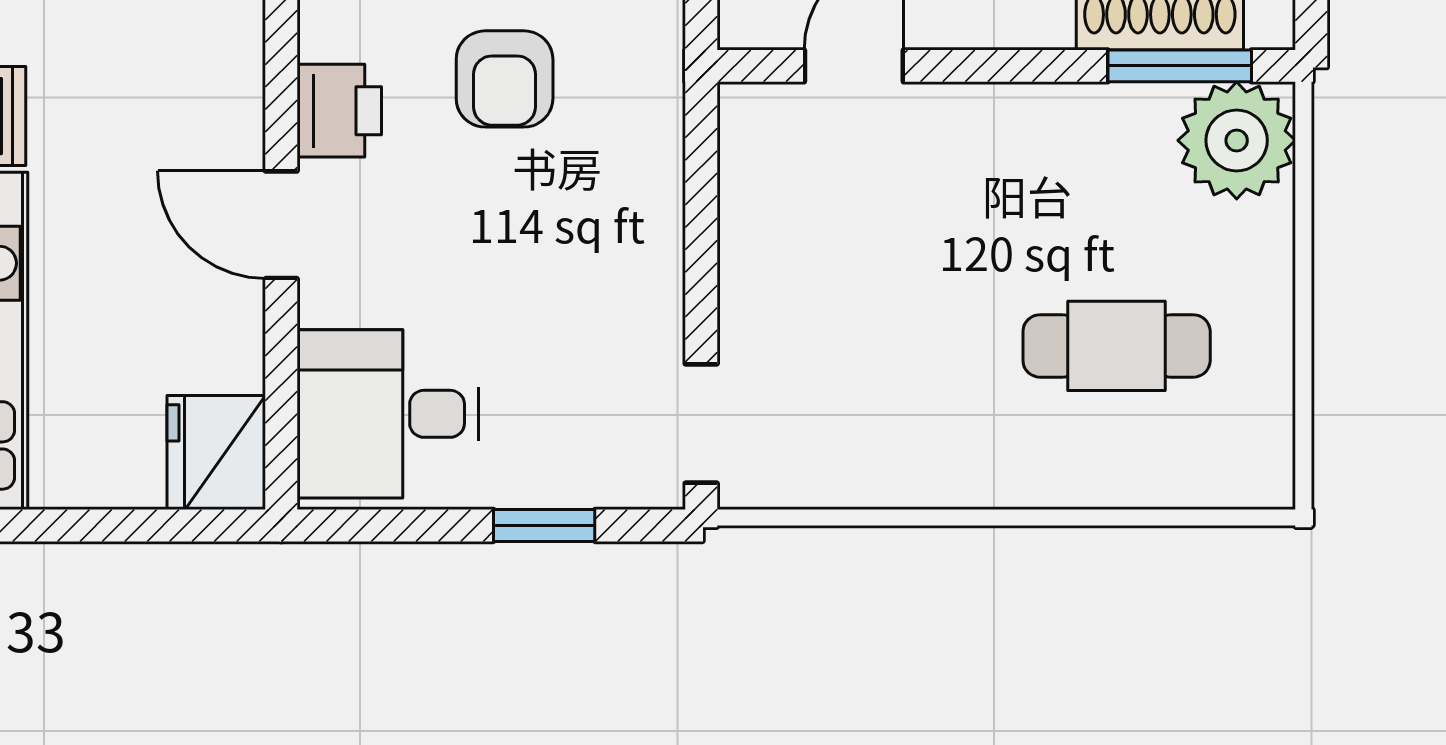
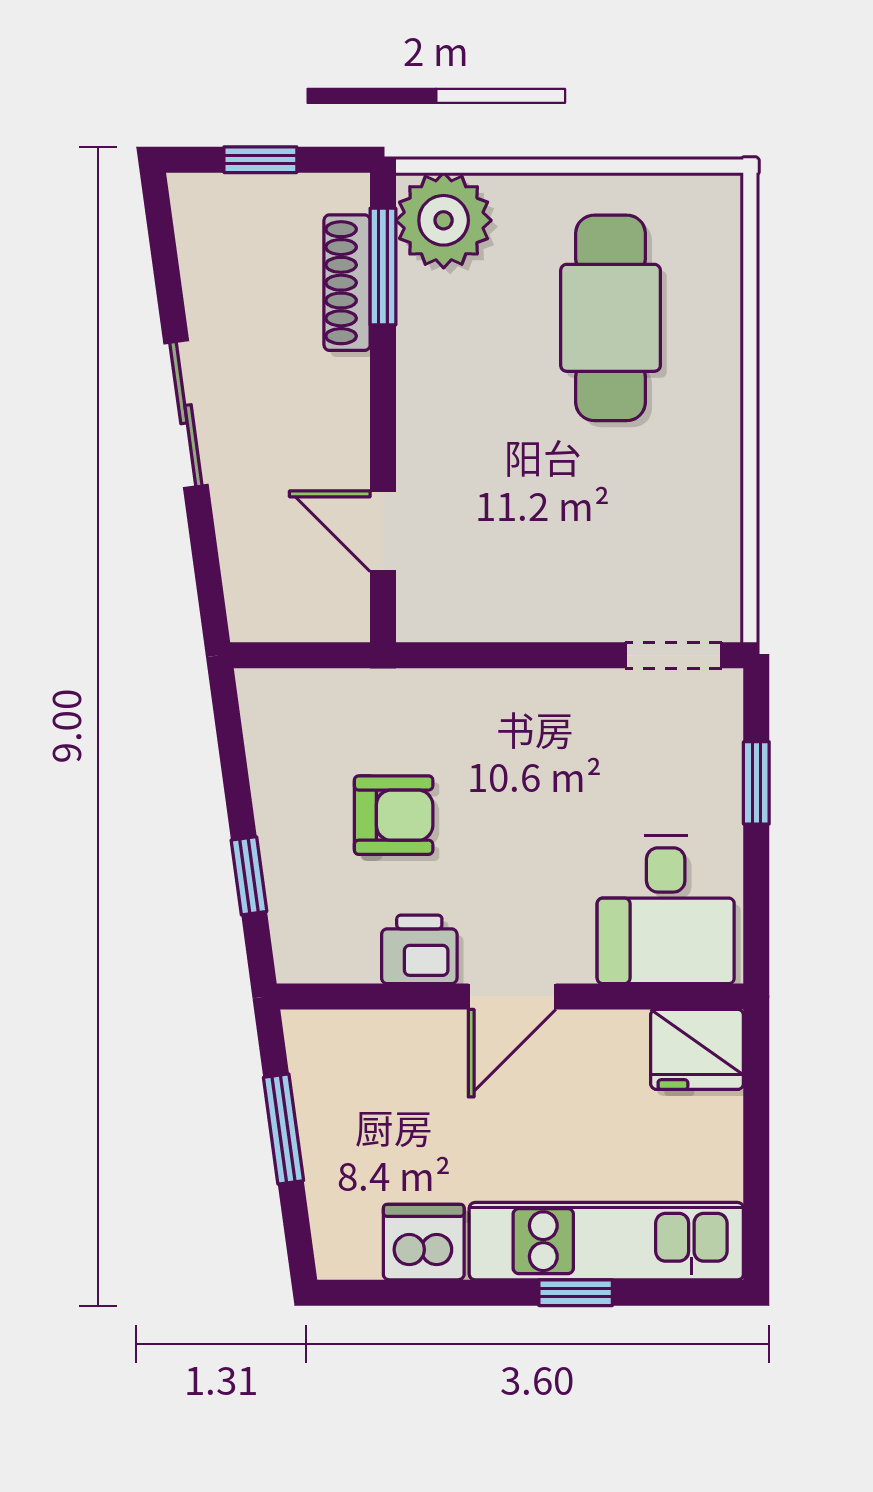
cafe table: (1117, 346) -> (611, 318), width x1.37, depth x1.35

